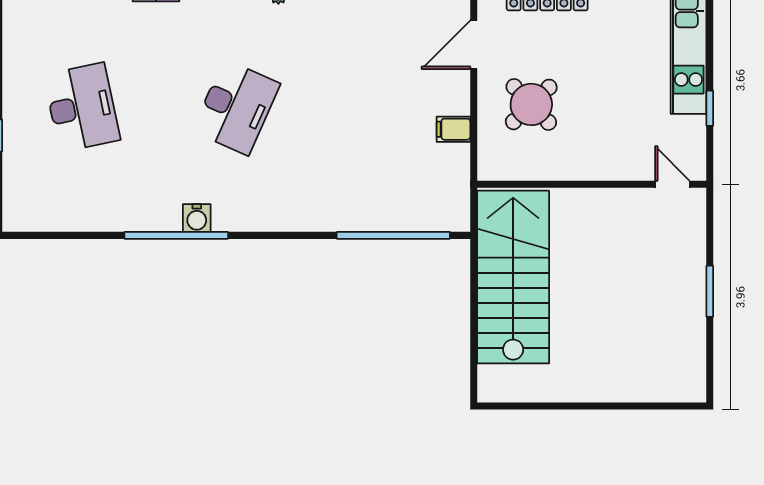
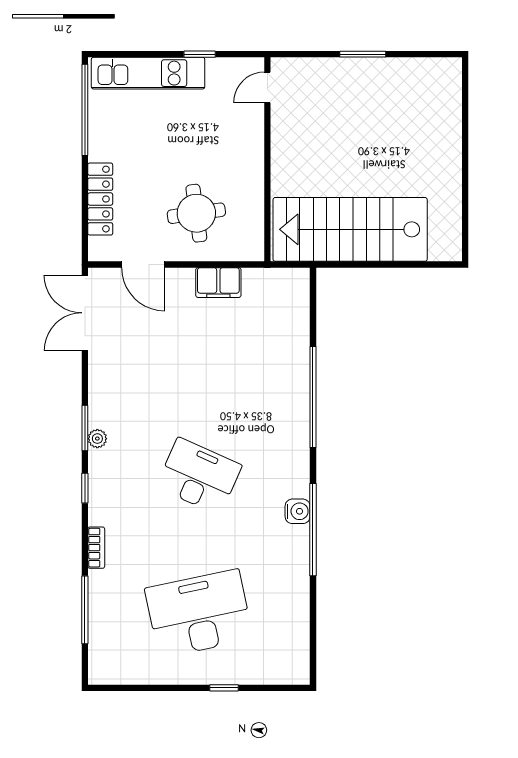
round table: (531, 104) -> (196, 213), turned 36
desk: (82, 107) -> (199, 614), width x1.36, depth x1.30
filing cabinet: (453, 129) -> (218, 283), width x2.00
window: (393, 235) -> (313, 397), moved

